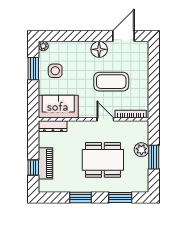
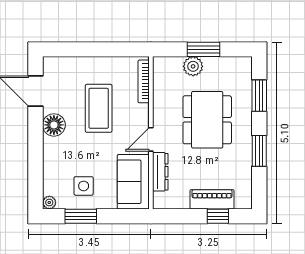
door: (105, 119) -> (151, 139), moved
dresser: (53, 126) -> (160, 172), moved

